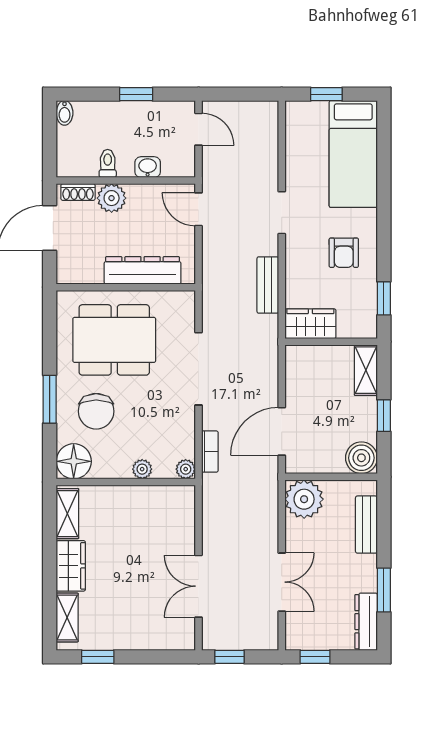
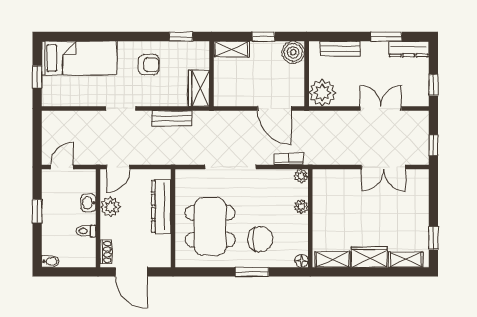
plant: (112, 198) -> (110, 207), moved
floor lamp: (74, 461) -> (302, 261), width x0.53, depth x0.53

